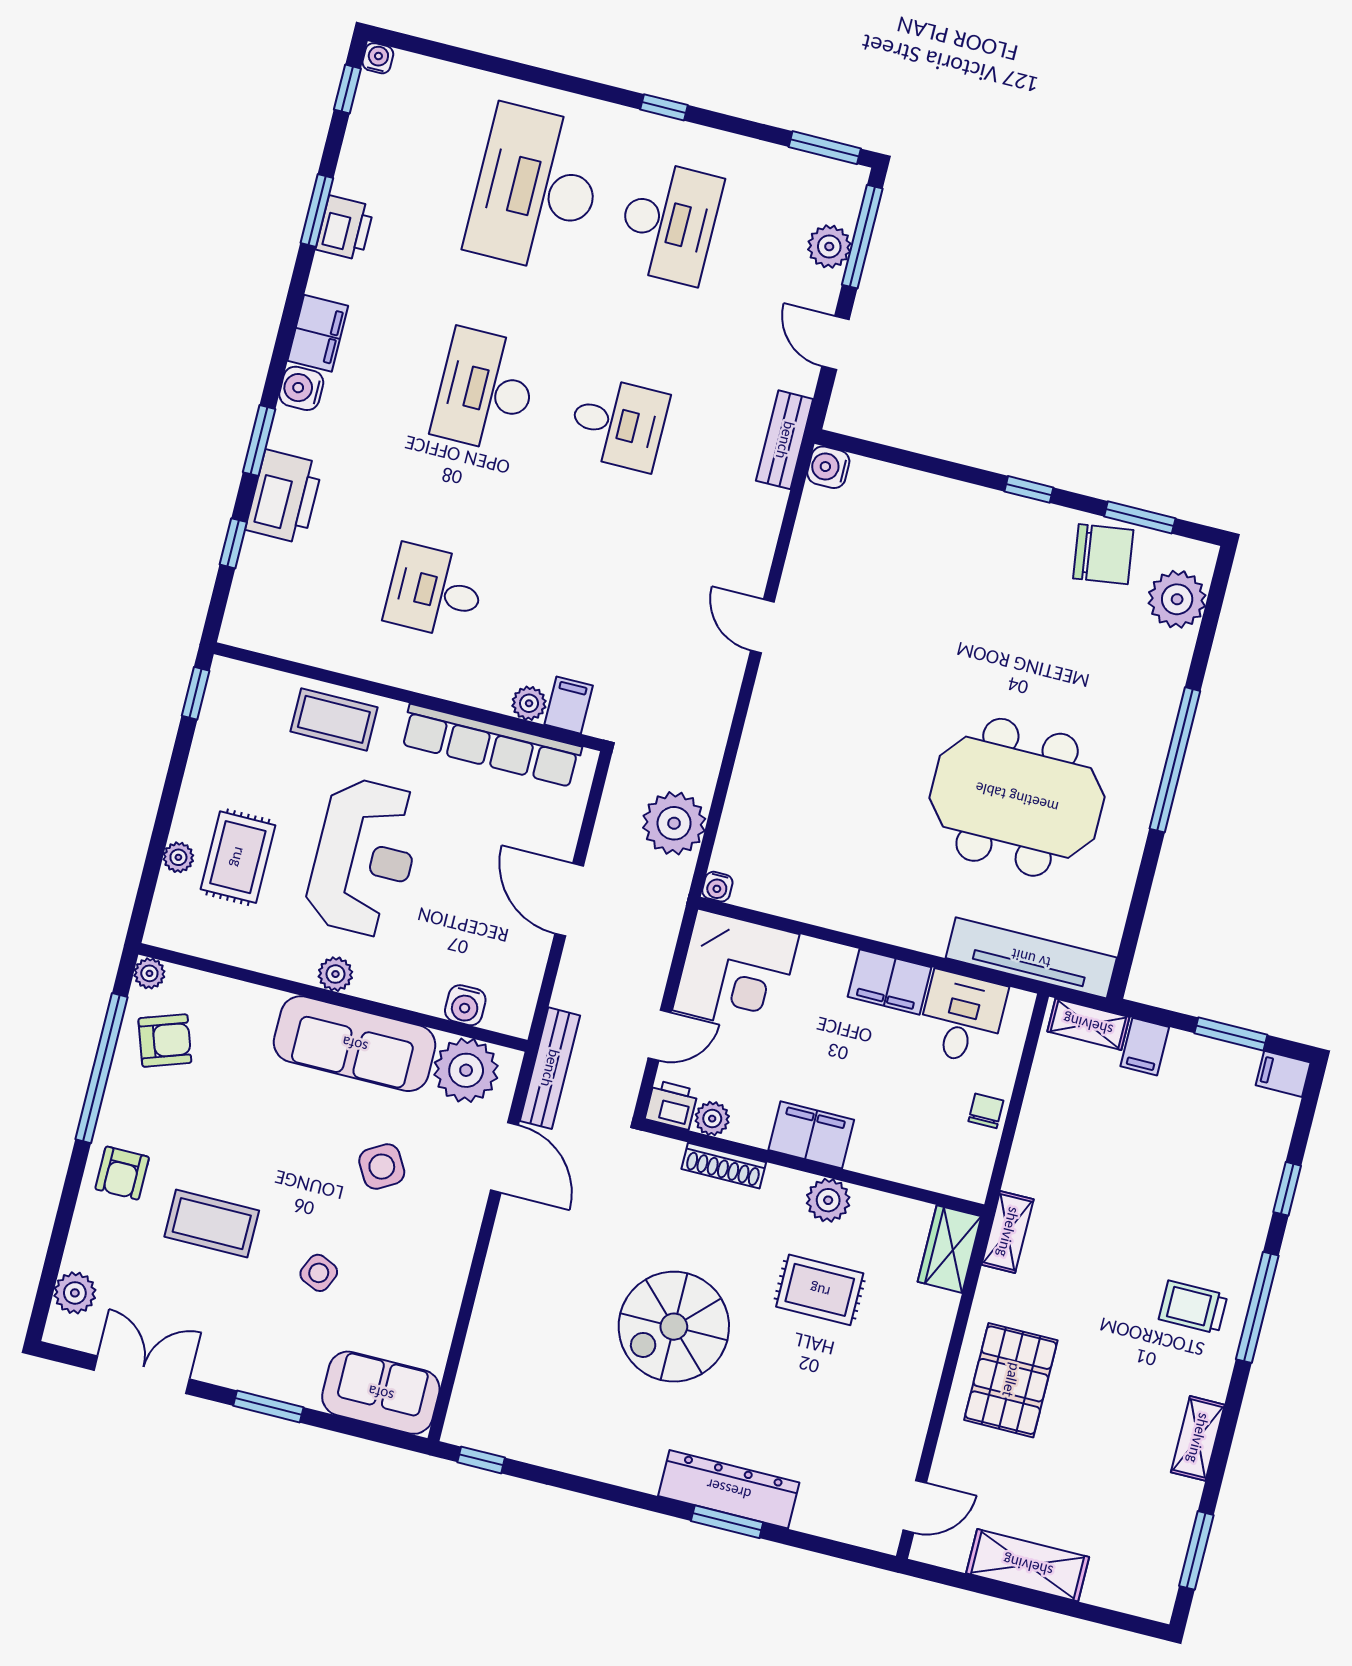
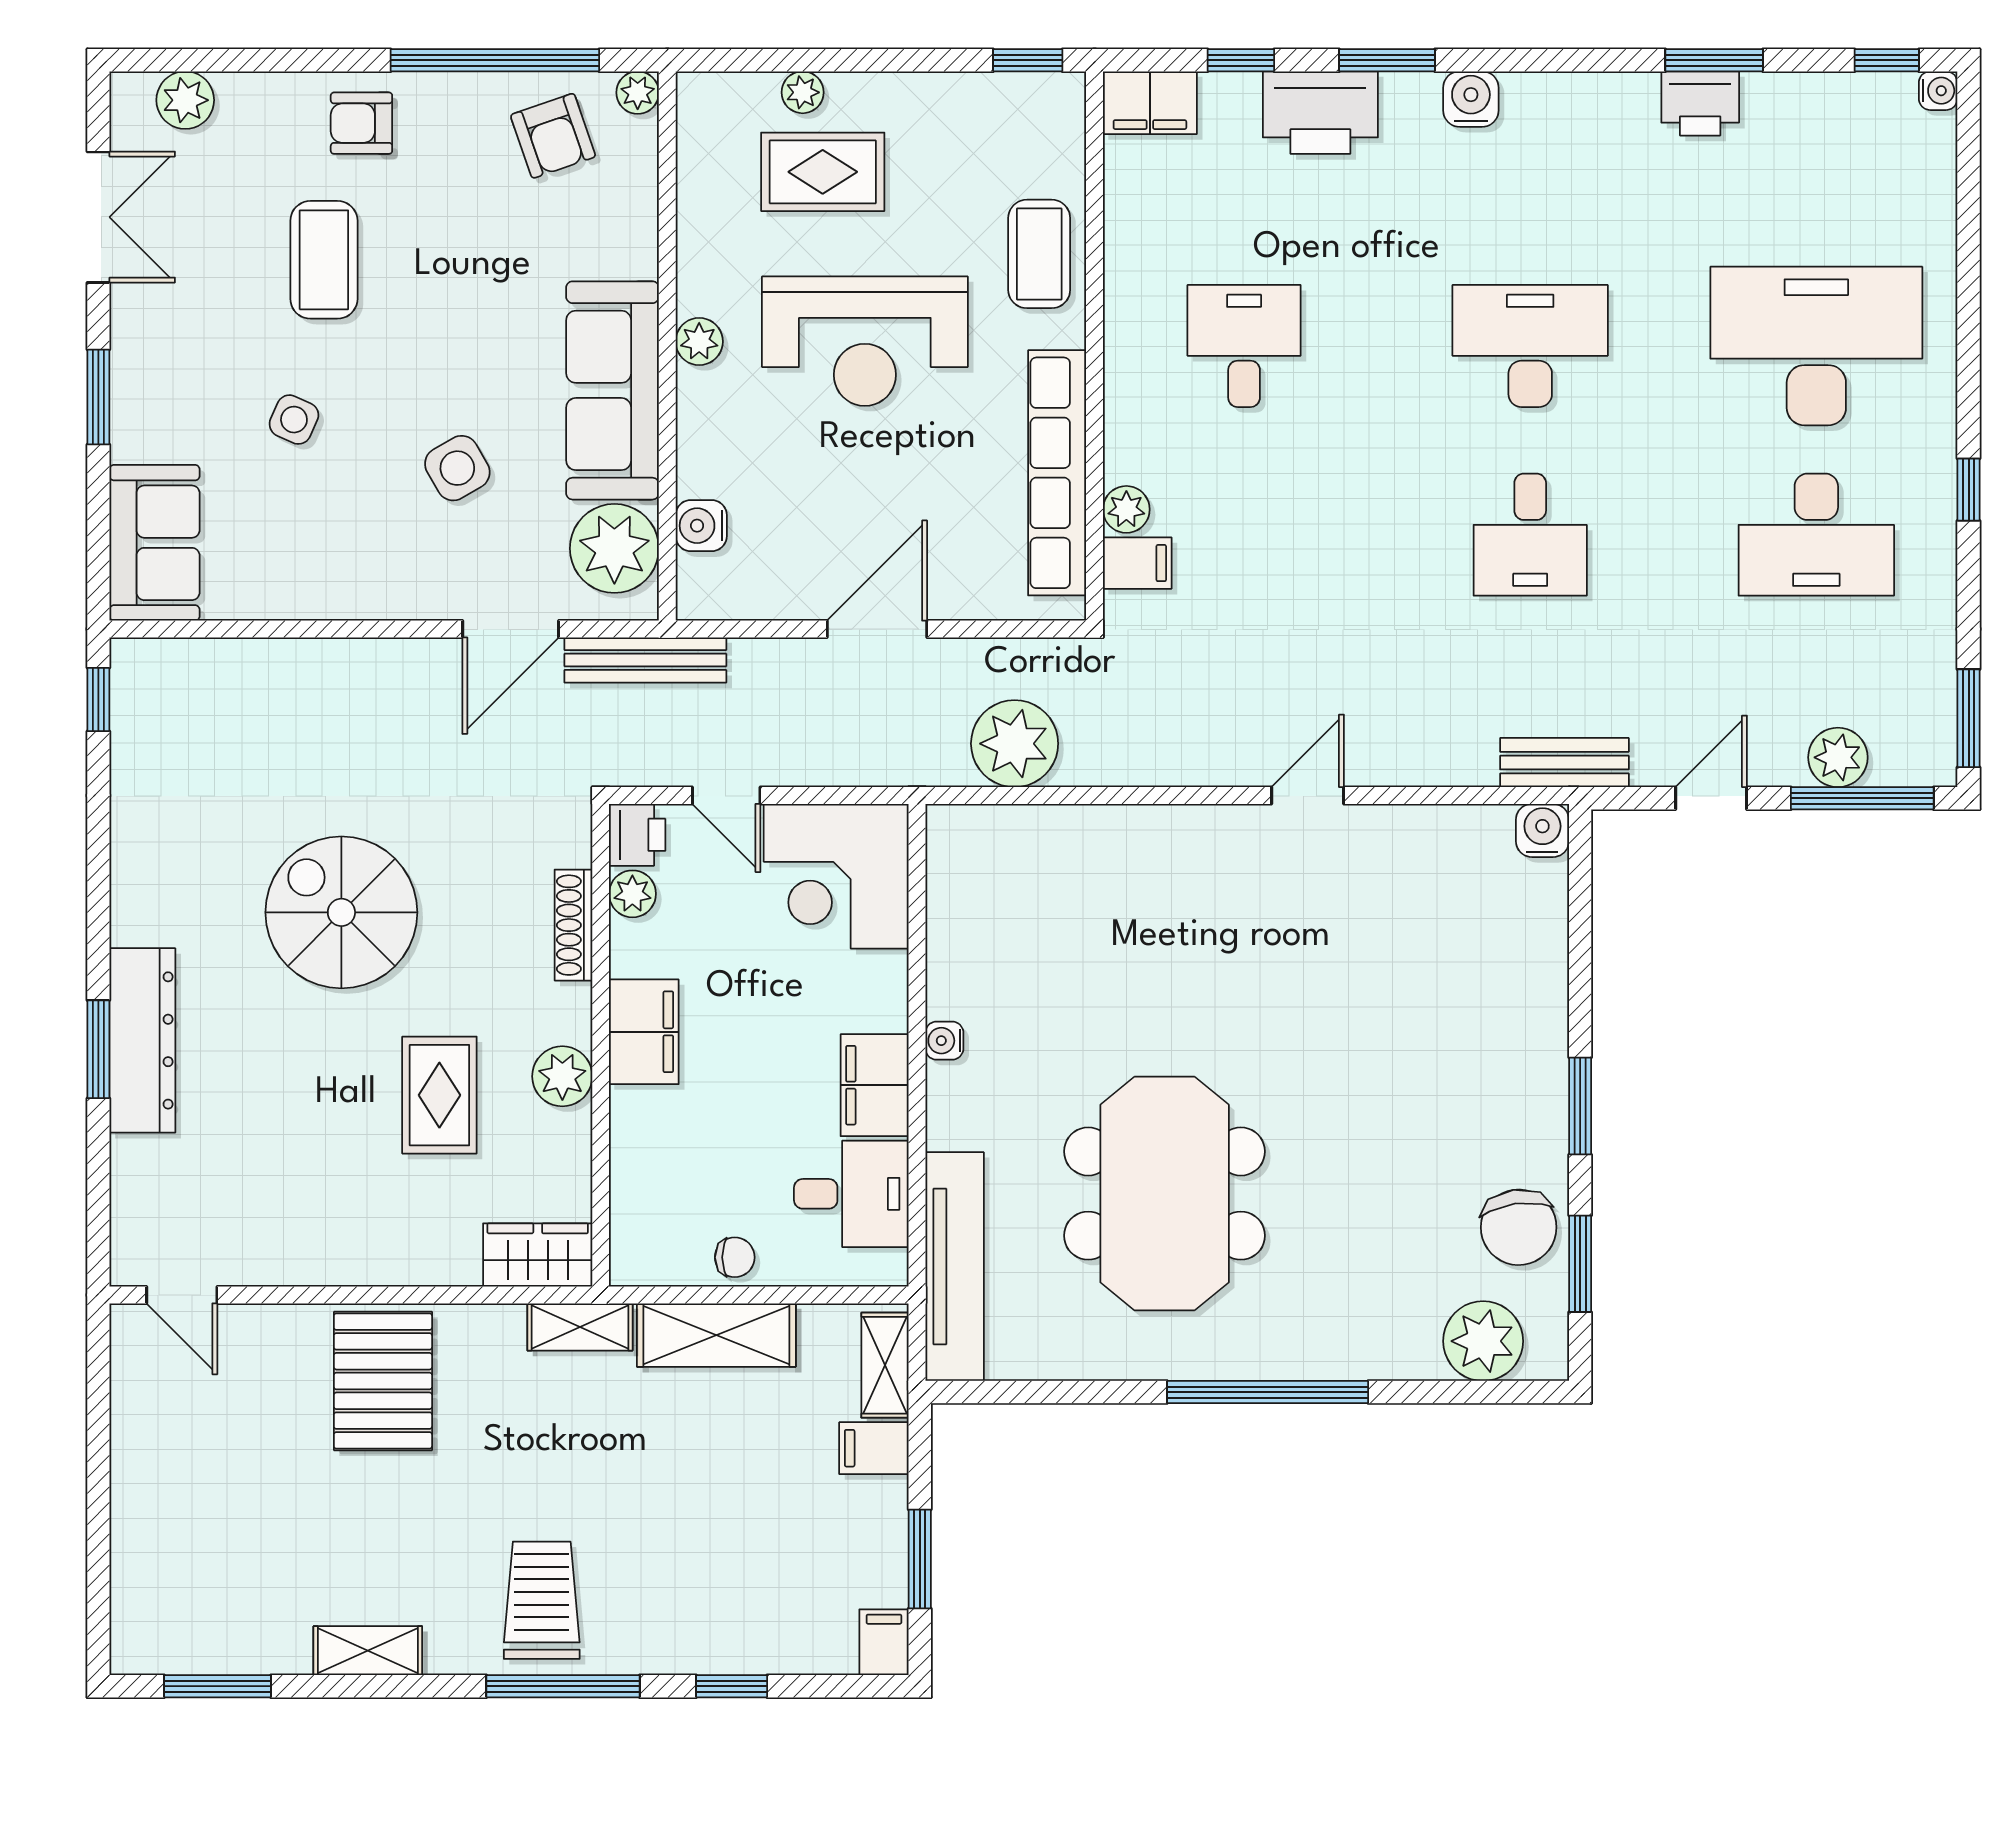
filing cabinet: (318, 333) -> (1150, 103), moved
window: (1029, 489) -> (1580, 1106), width x1.50
water cooler: (717, 887) -> (944, 1041), moved
trolley: (1193, 1307) -> (542, 1600), width x1.36, depth x1.39
pallet: (1011, 1380) -> (383, 1381), turned 90
shelving: (1028, 1565) -> (716, 1335), moved, turned 90

